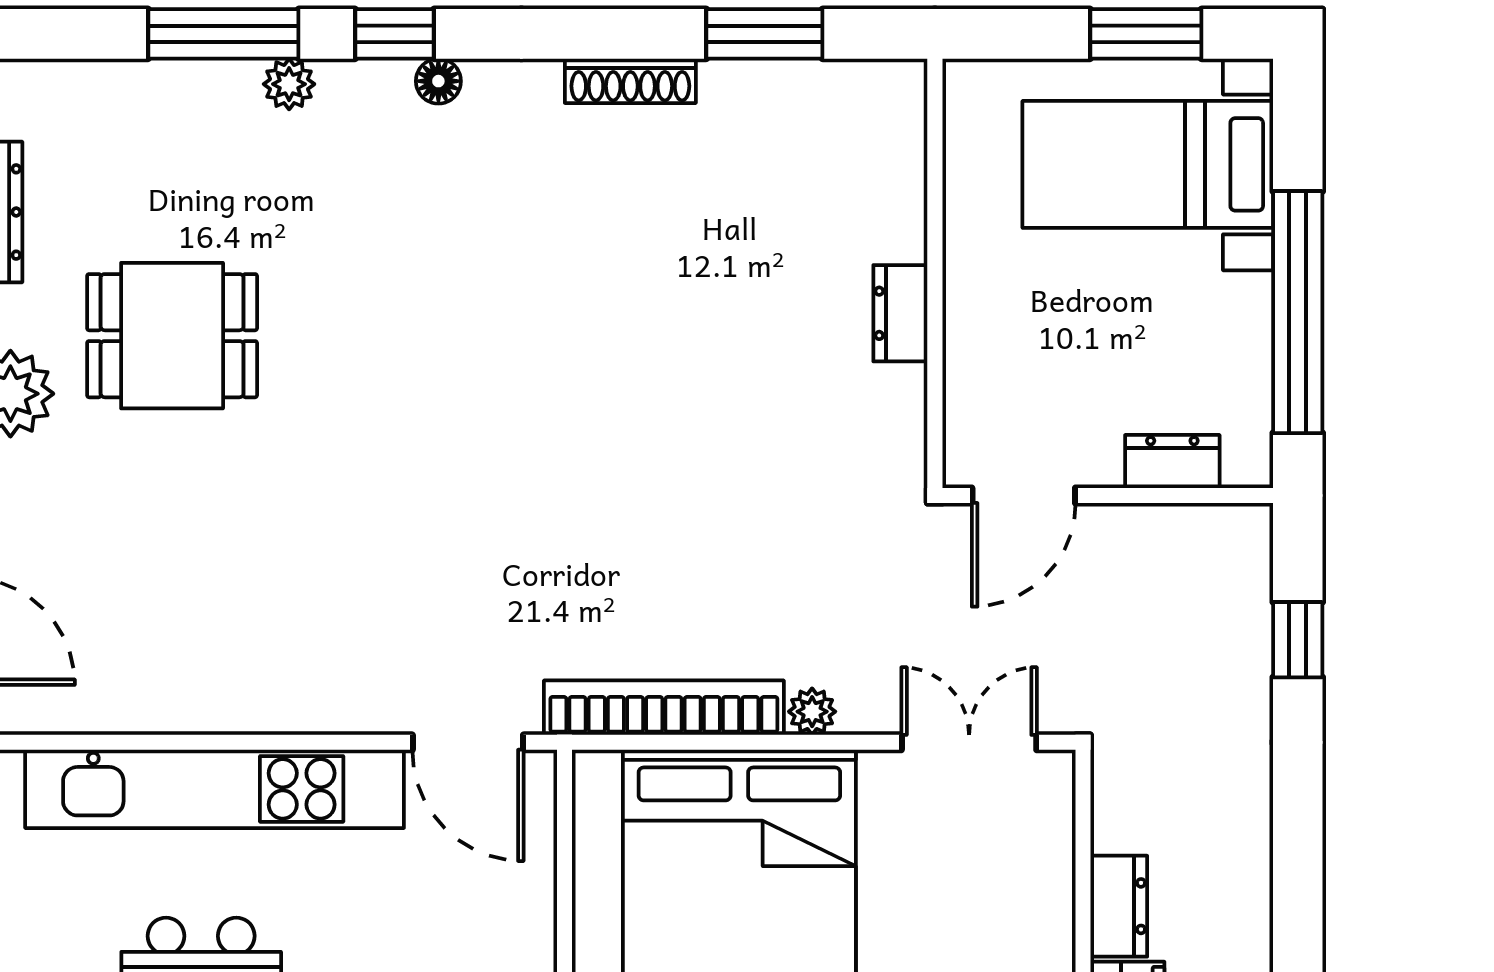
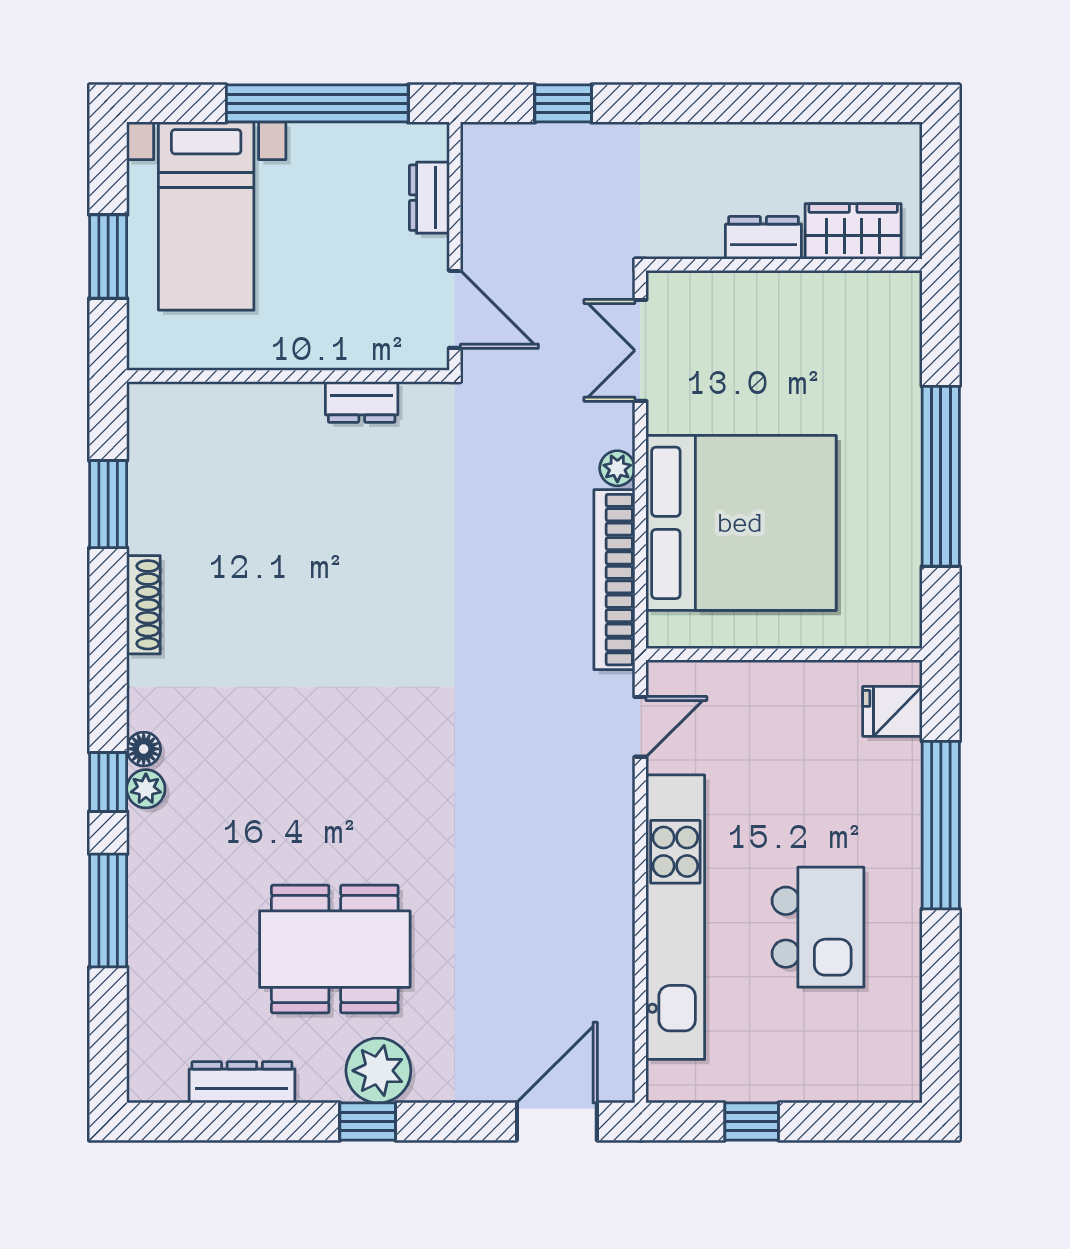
window: (1146, 34) -> (108, 257), moved
plant: (289, 84) -> (146, 789), moved
dresser: (900, 313) -> (362, 402), moved
dining table: (172, 336) -> (335, 949), width x1.38
door: (468, 742) -> (640, 727), width x0.73

